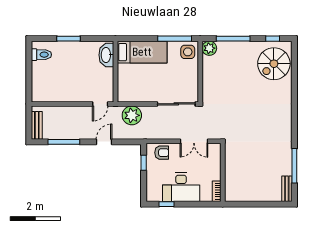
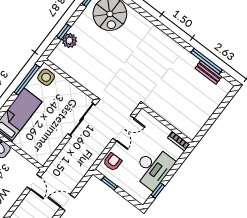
window: (233, 39) -> (64, 32), width x0.46
plant: (209, 48) -> (69, 41), moved
plant: (132, 115) -> (63, 163), removed
door: (104, 142) -> (67, 203), hinge flipped
bench: (287, 189) -> (208, 72), moved

